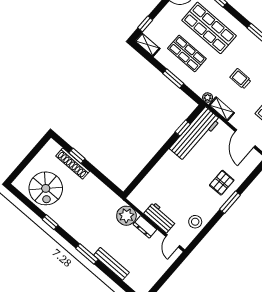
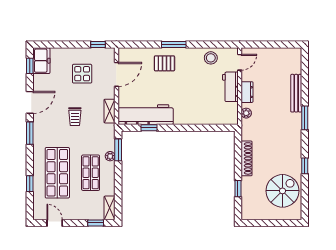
window: (173, 79) -> (118, 150), moved
plant: (208, 98) -> (110, 156), moved
shoe rack: (73, 164) -> (247, 158), moved
plant: (126, 216) -> (246, 113), width x0.53, depth x0.53

